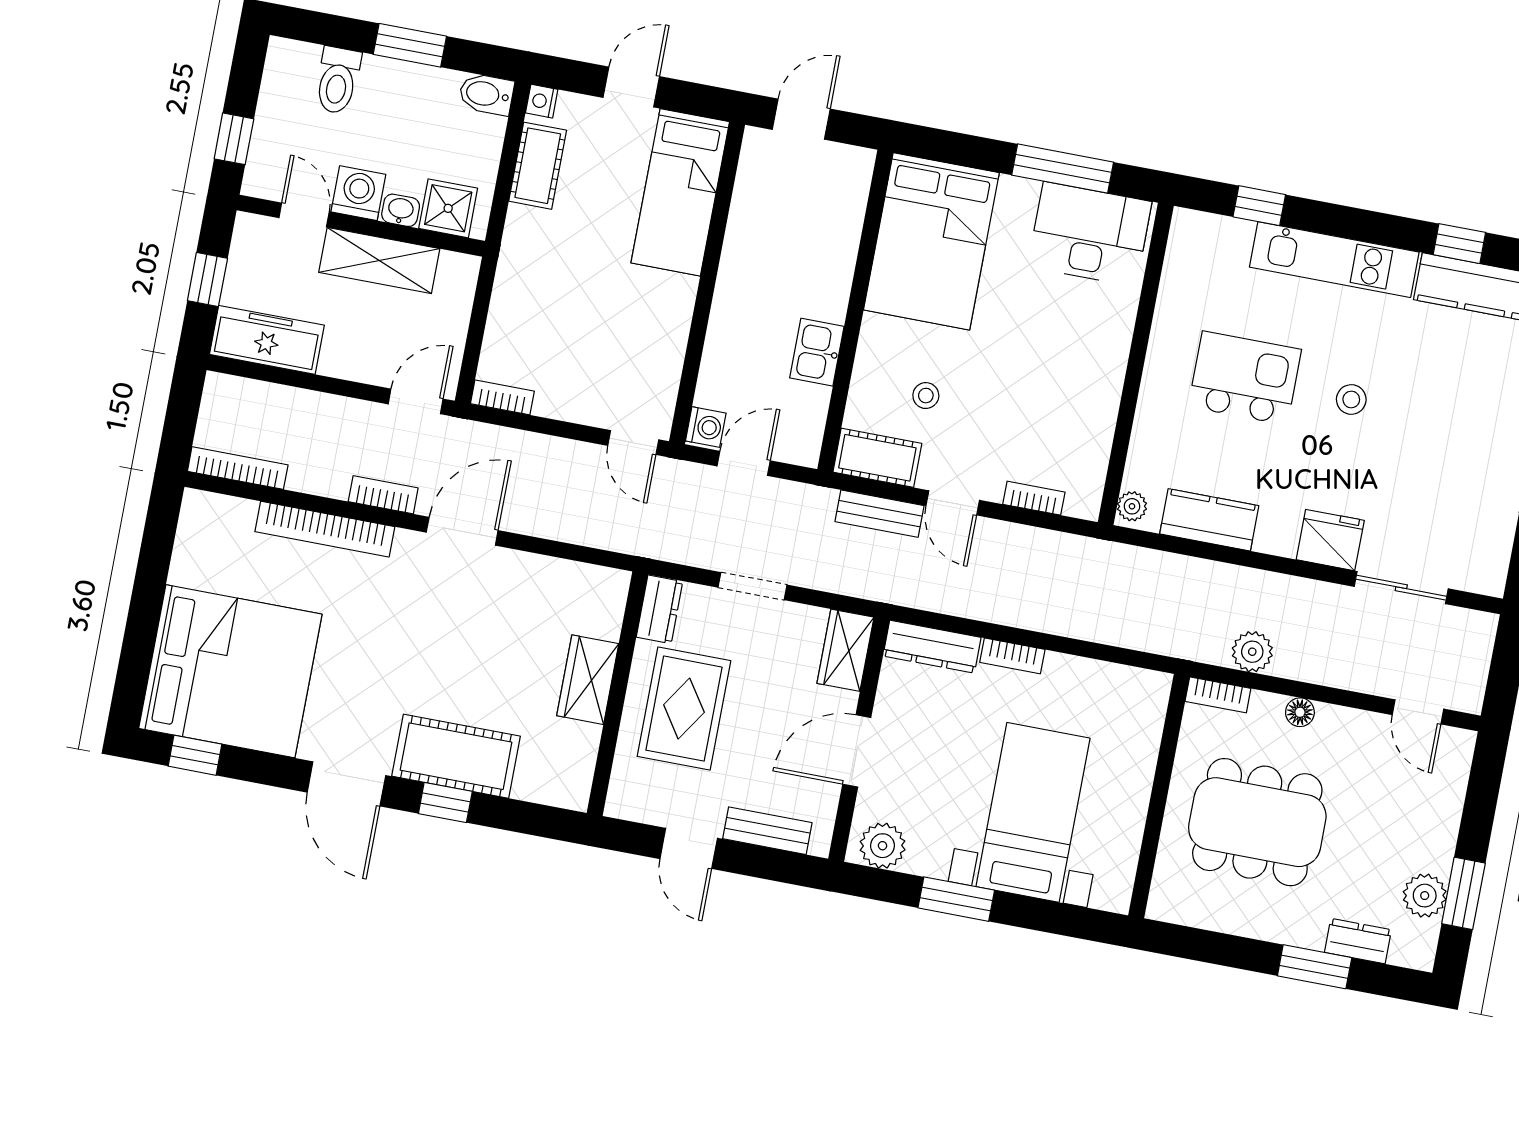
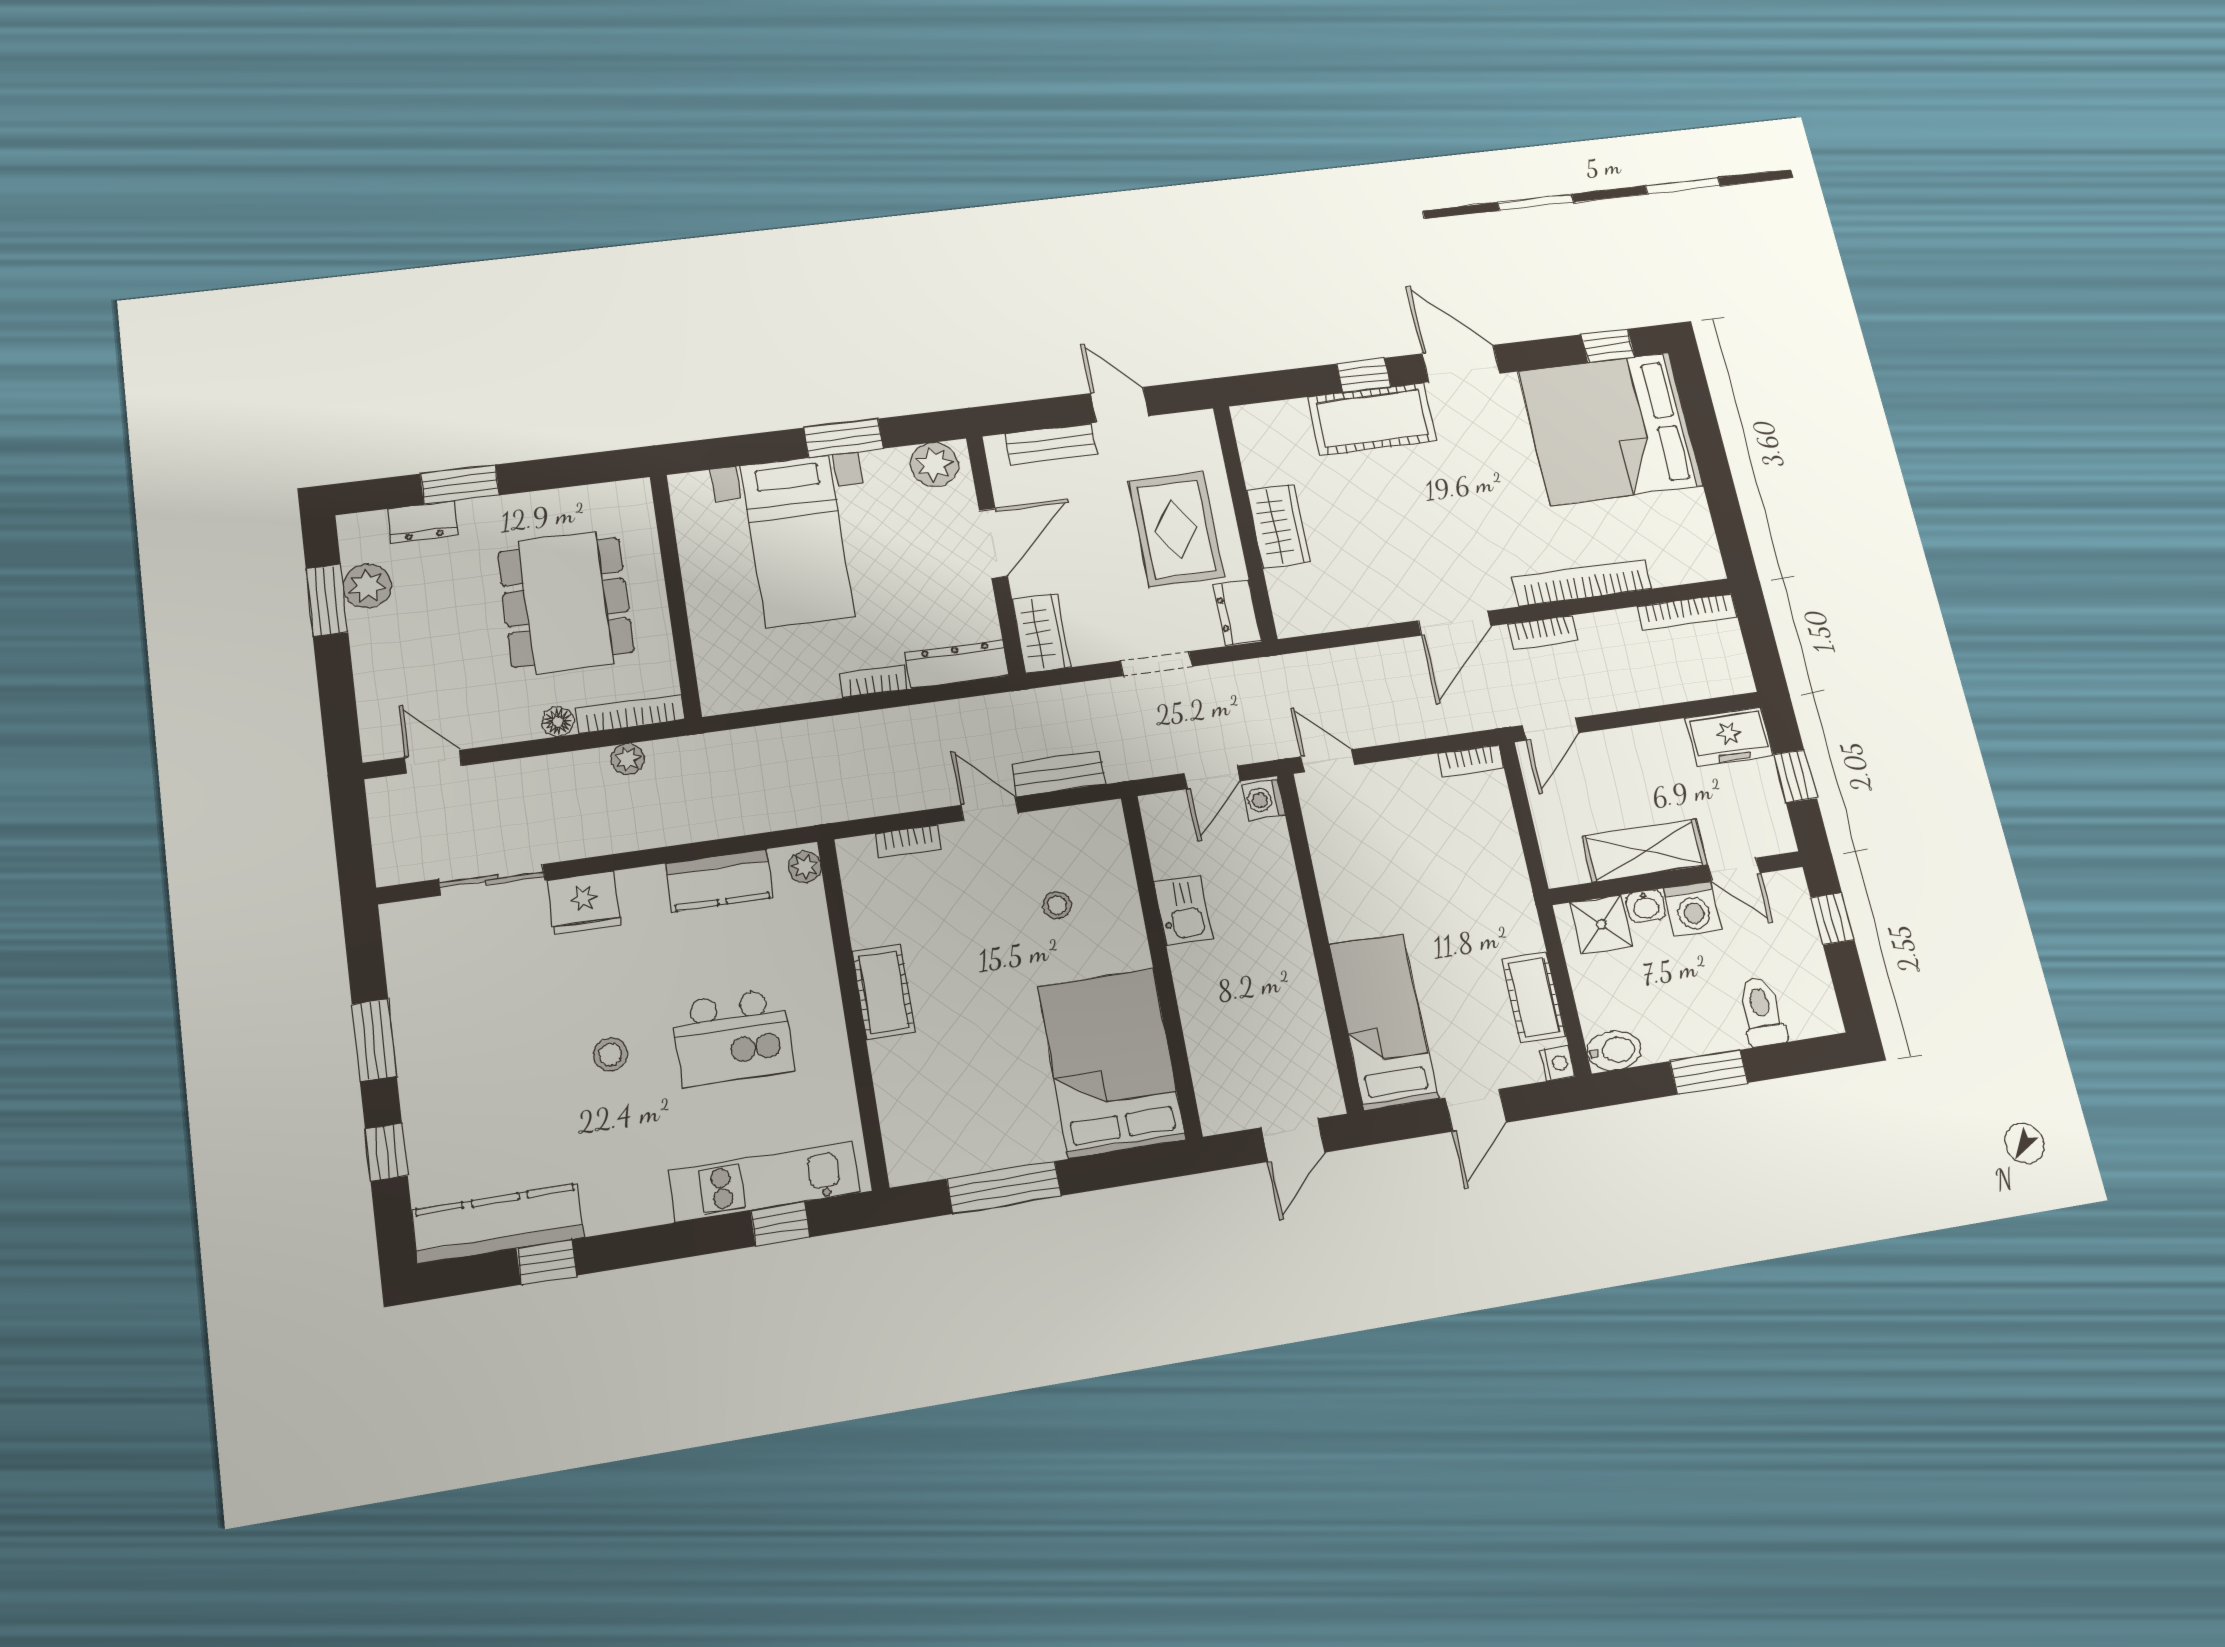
desk: (1090, 234) -> (950, 1129), removed
kitchen unit: (1334, 260) -> (764, 1182), moved
freezer: (267, 340) -> (1730, 737), width x0.71
cot: (877, 458) -> (884, 992), moved, turned 90
plant: (1252, 652) -> (628, 759), width x0.73, depth x0.73
bookcase: (1218, 695) -> (630, 714), width x1.56
dining table: (1257, 822) -> (566, 602), turned 90

